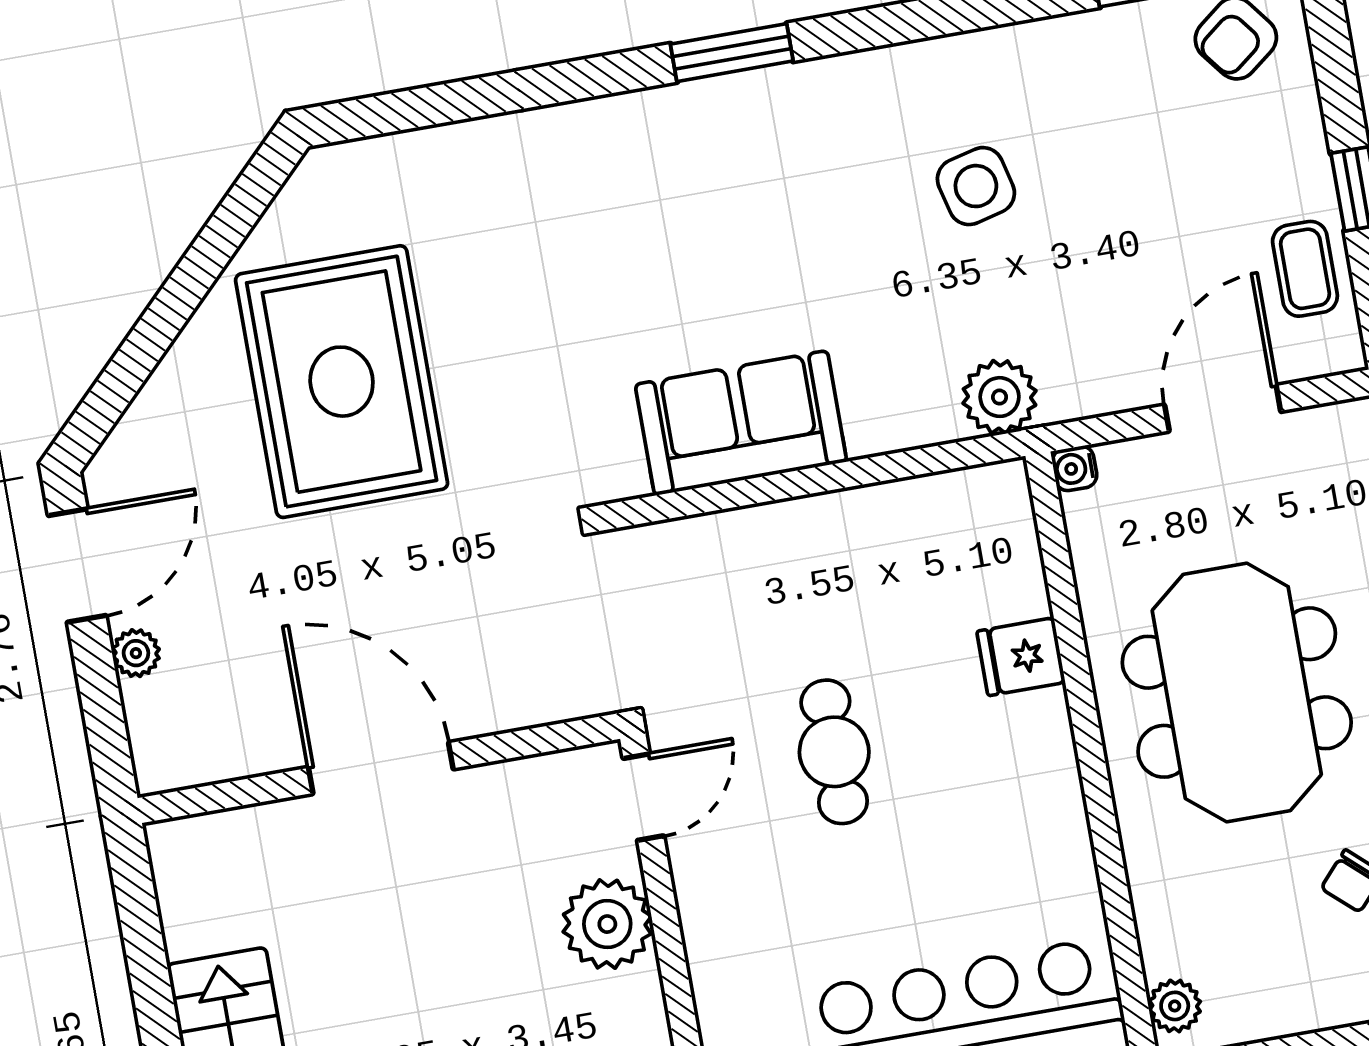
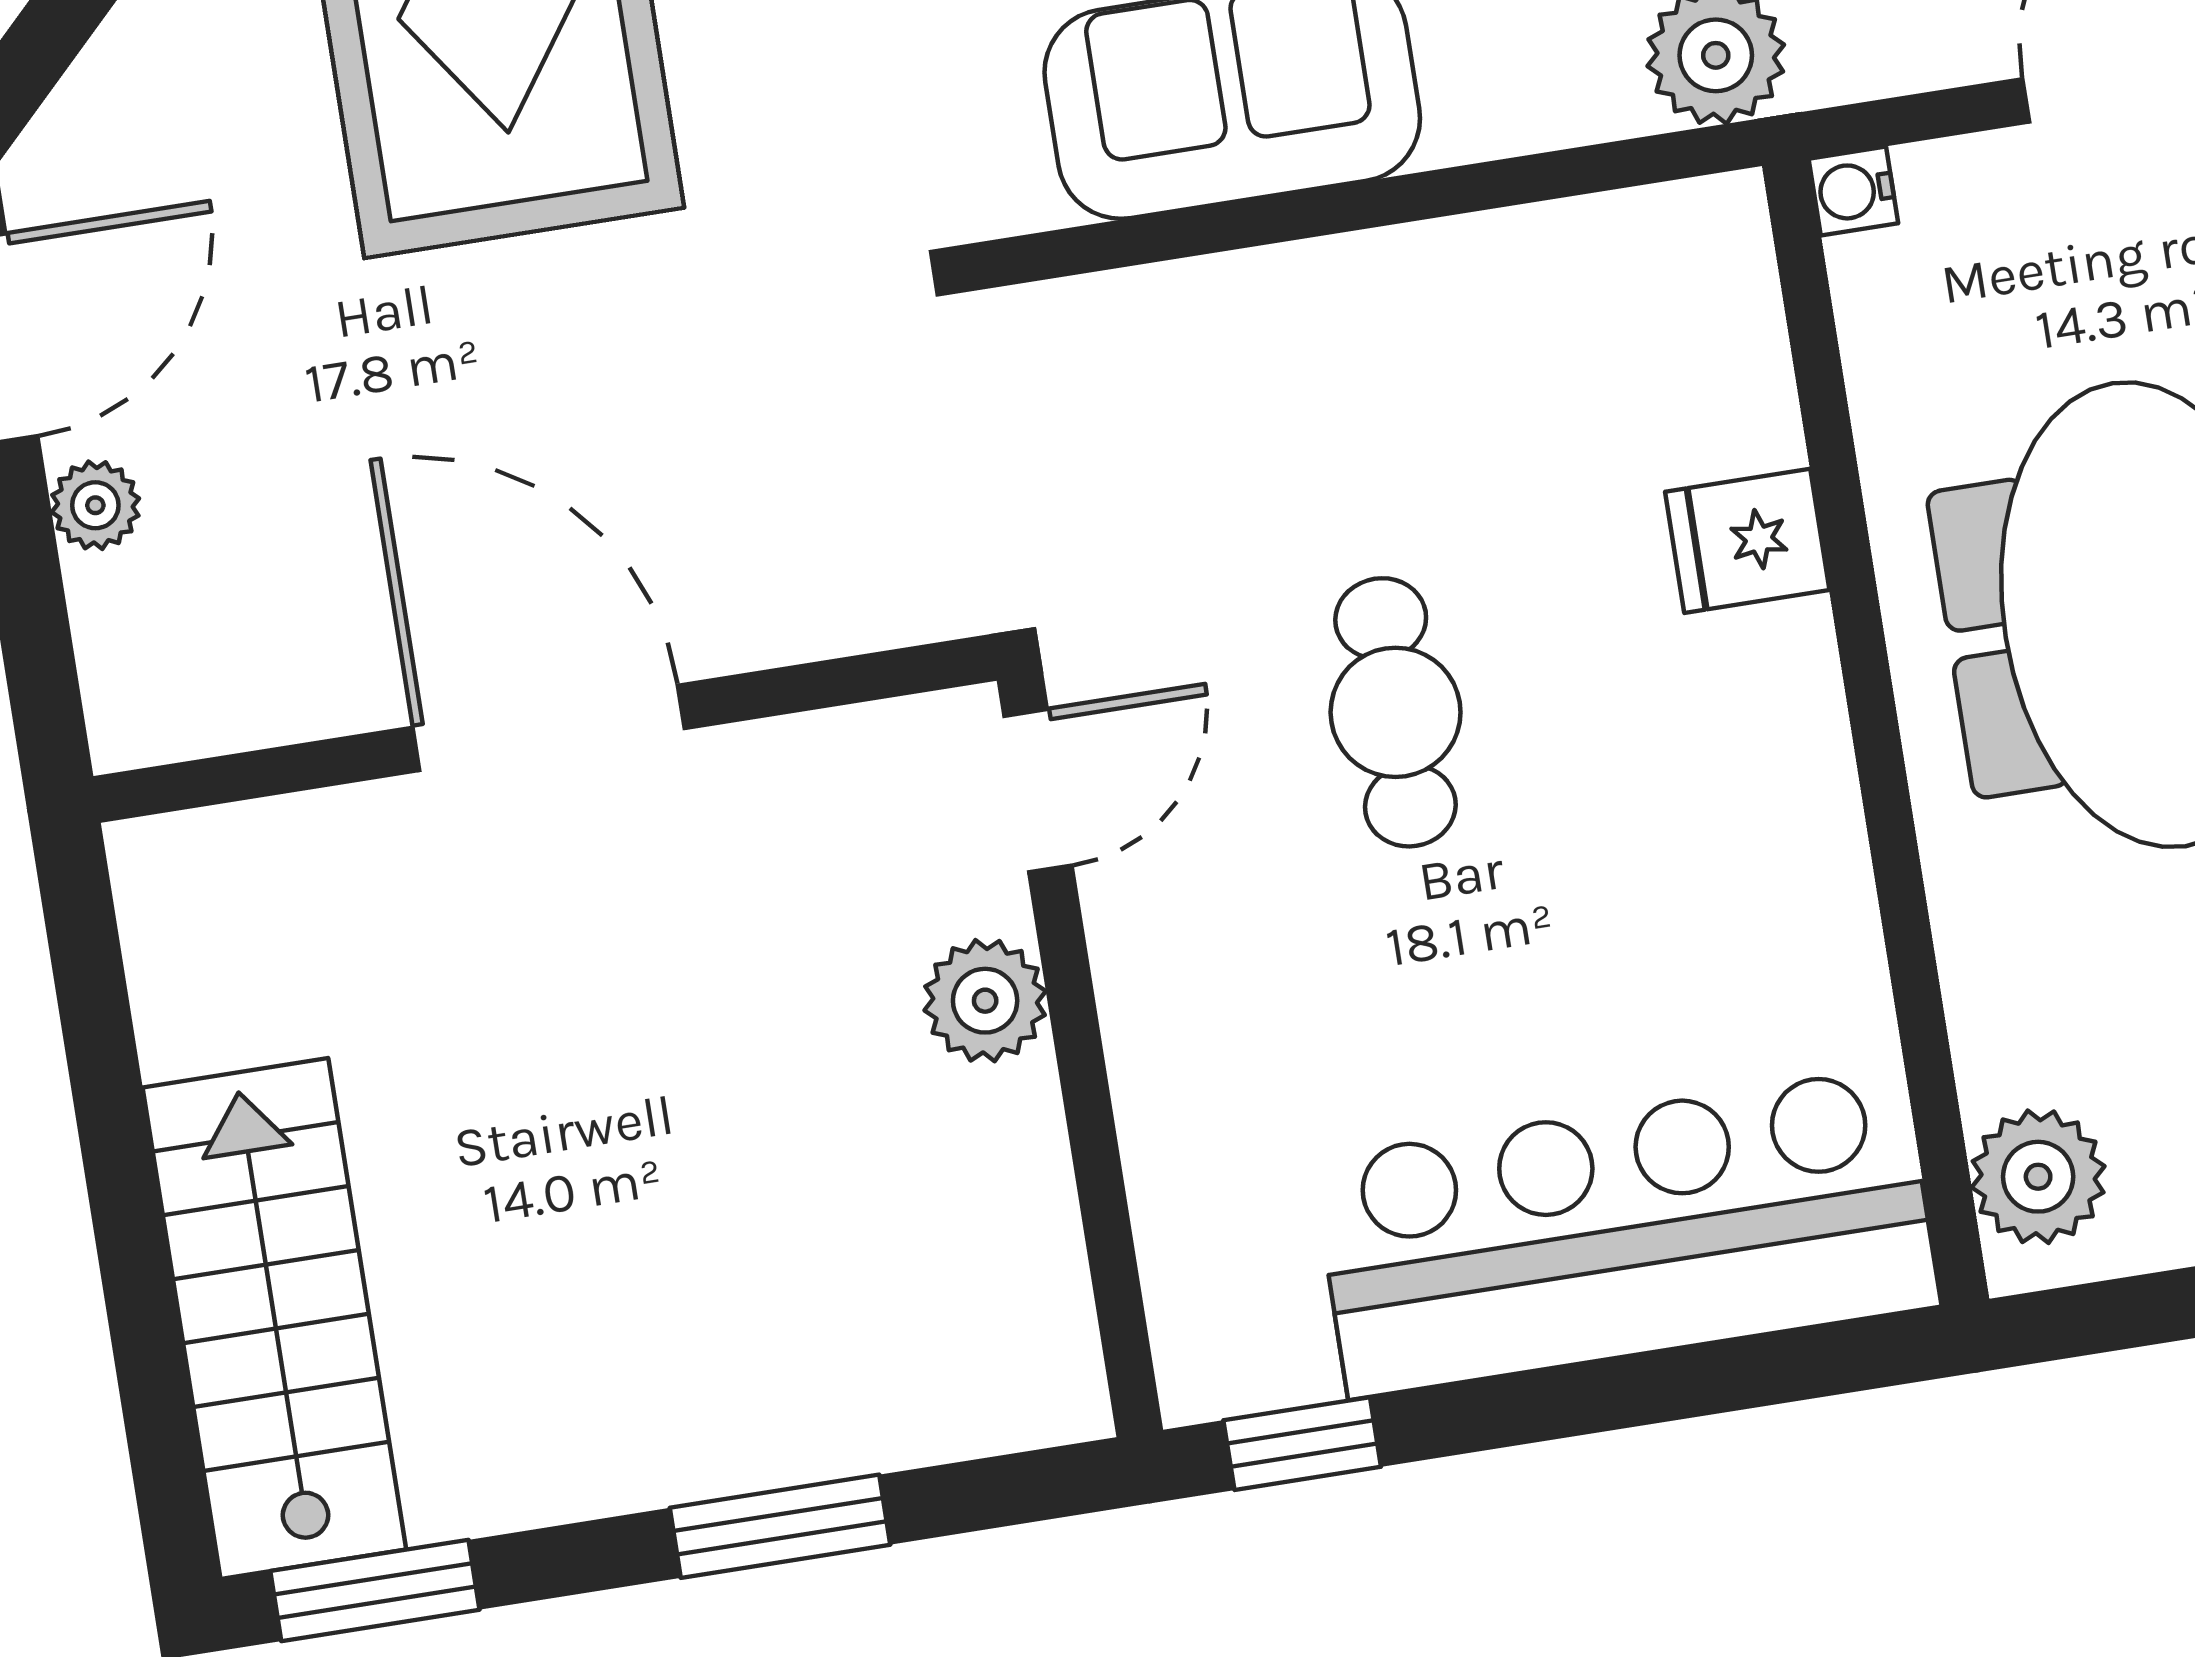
plant: (607, 924) -> (985, 1001), width x0.73, depth x0.73
plant: (1175, 1006) -> (2038, 1177), width x1.38, depth x1.38

